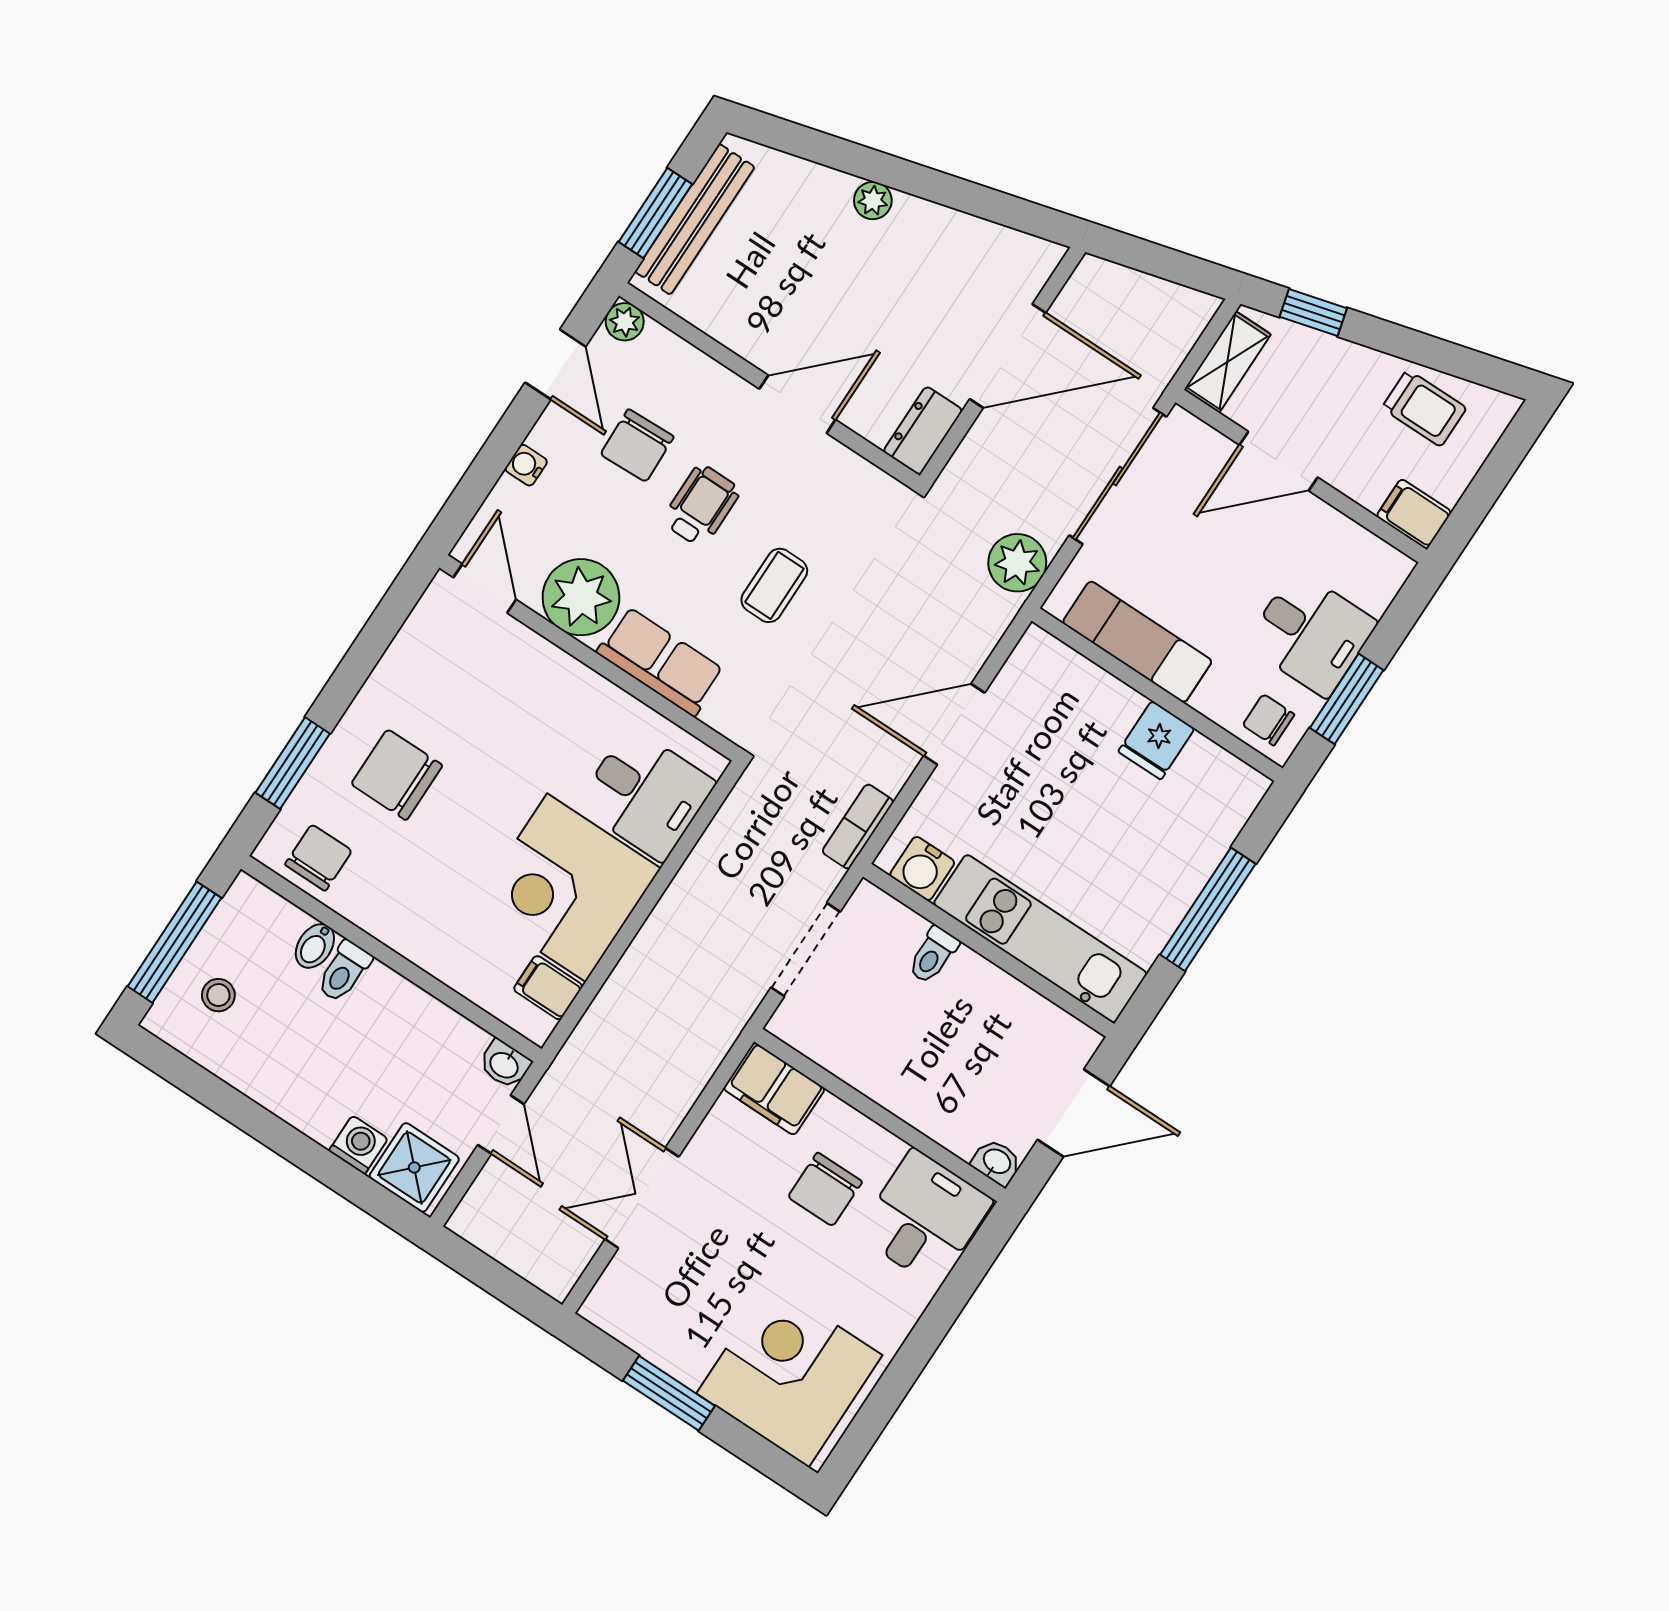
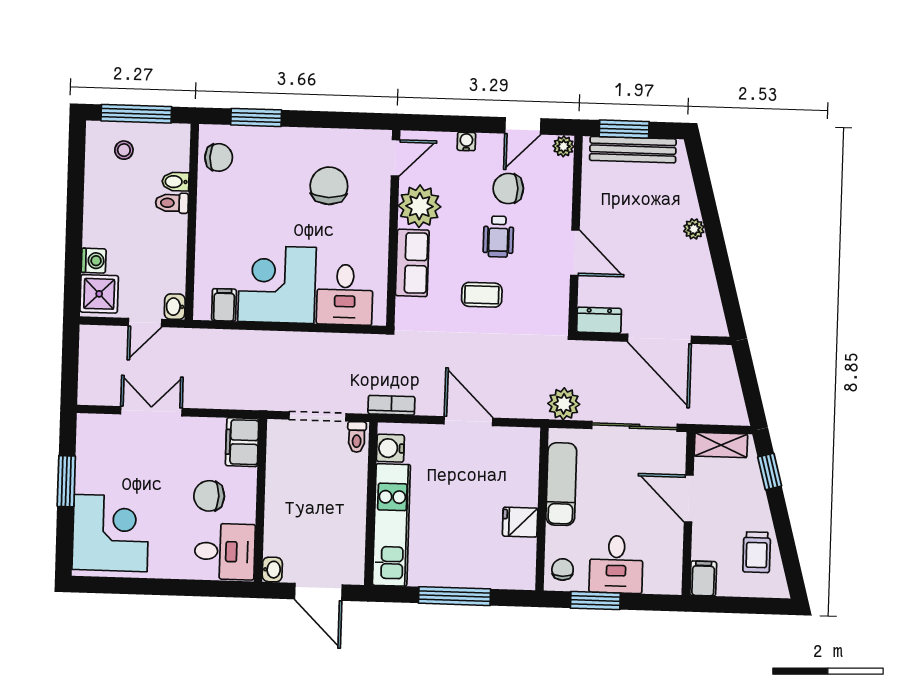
wheelchair: (701, 506) -> (498, 237), turned 90
chair: (397, 775) -> (329, 186), moved
toilet: (933, 955) -> (357, 437), moved, turned -90

